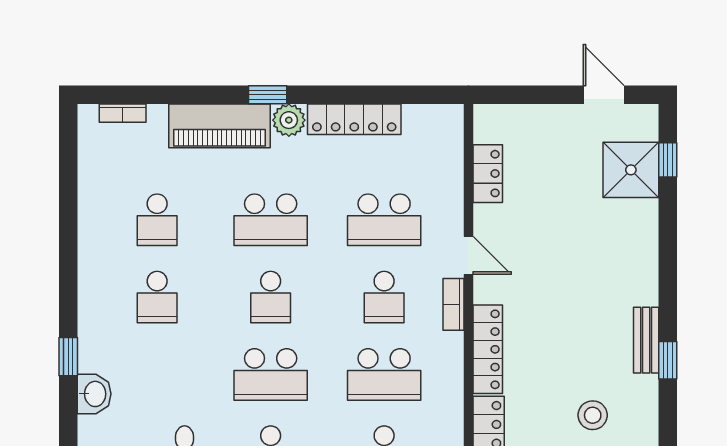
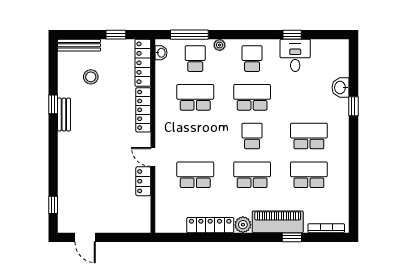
window: (268, 95) -> (292, 237), moved
bookcase: (123, 113) -> (326, 228), width x1.56
shower: (631, 170) -> (72, 200), removed
locker: (488, 174) -> (143, 181), moved
school desk: (157, 220) -> (309, 175), width x1.85
school desk: (157, 297) -> (309, 136), width x1.85
school desk: (384, 297) -> (195, 136), removed
bookcase: (454, 304) -> (160, 132), removed

